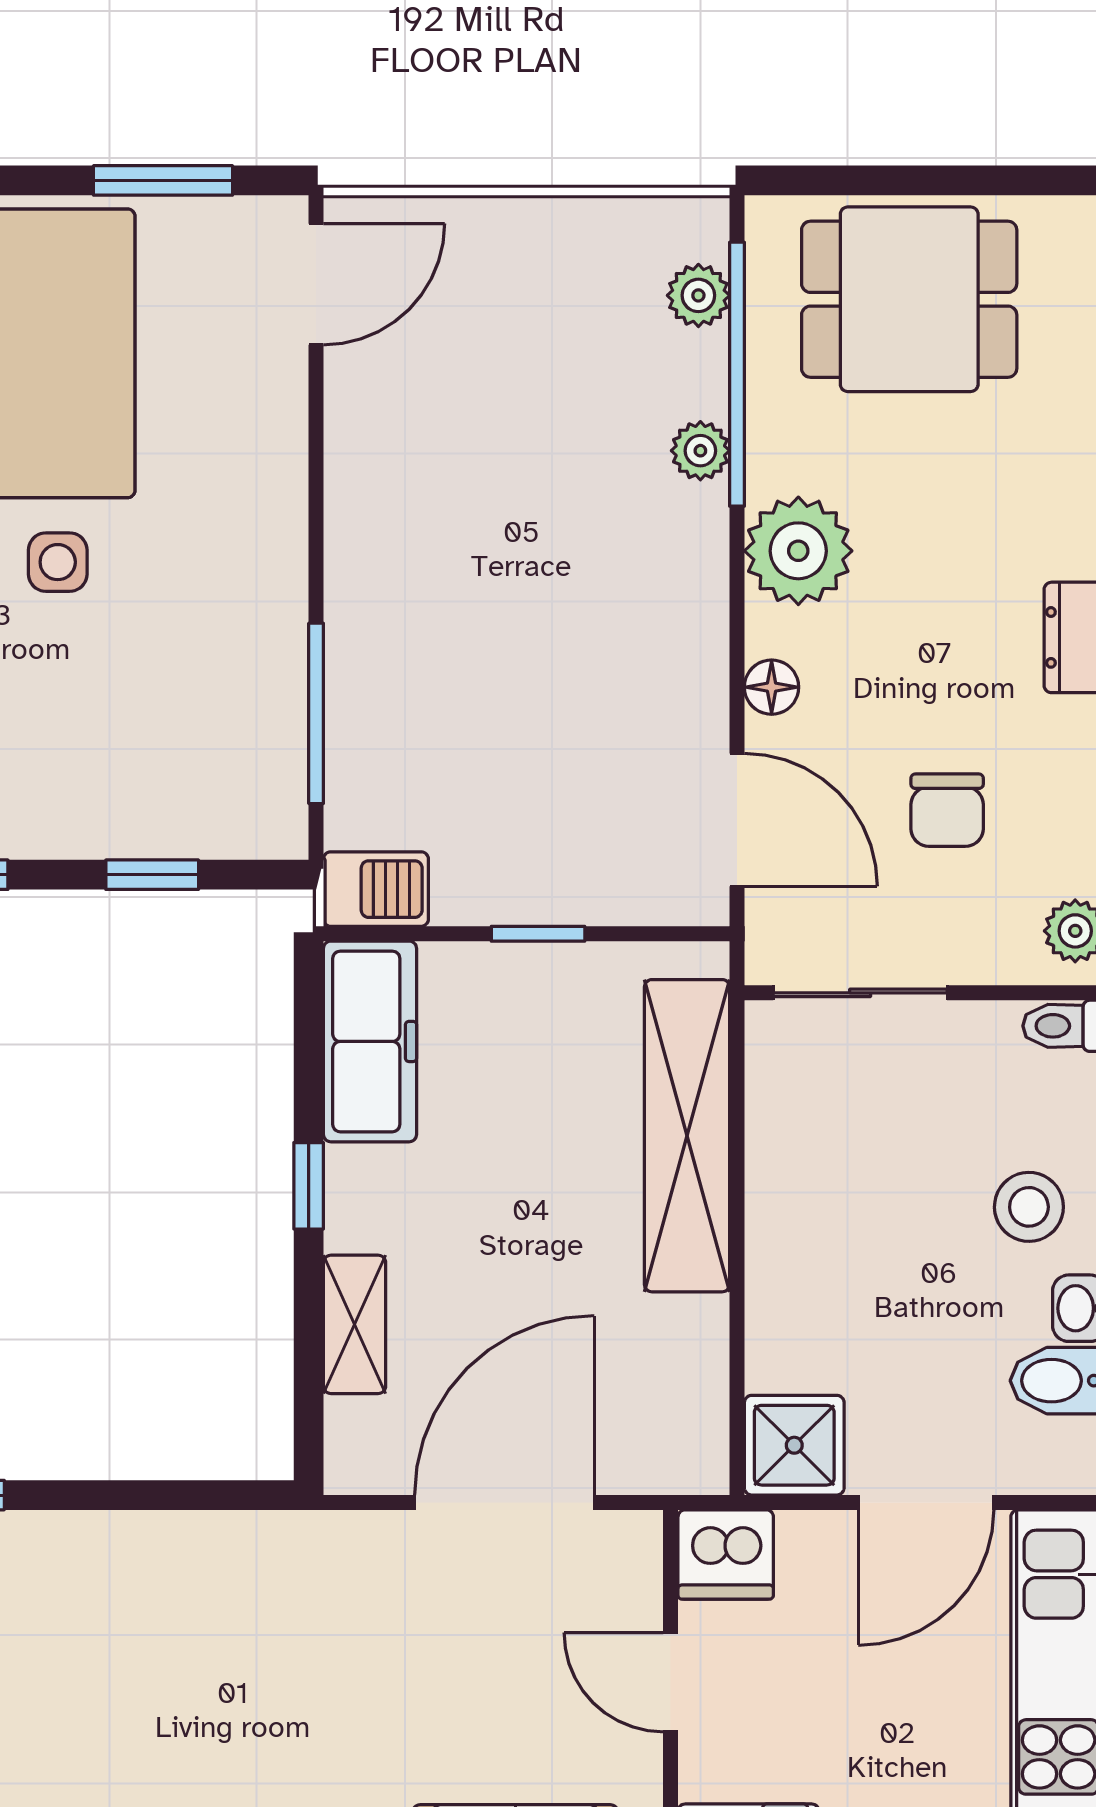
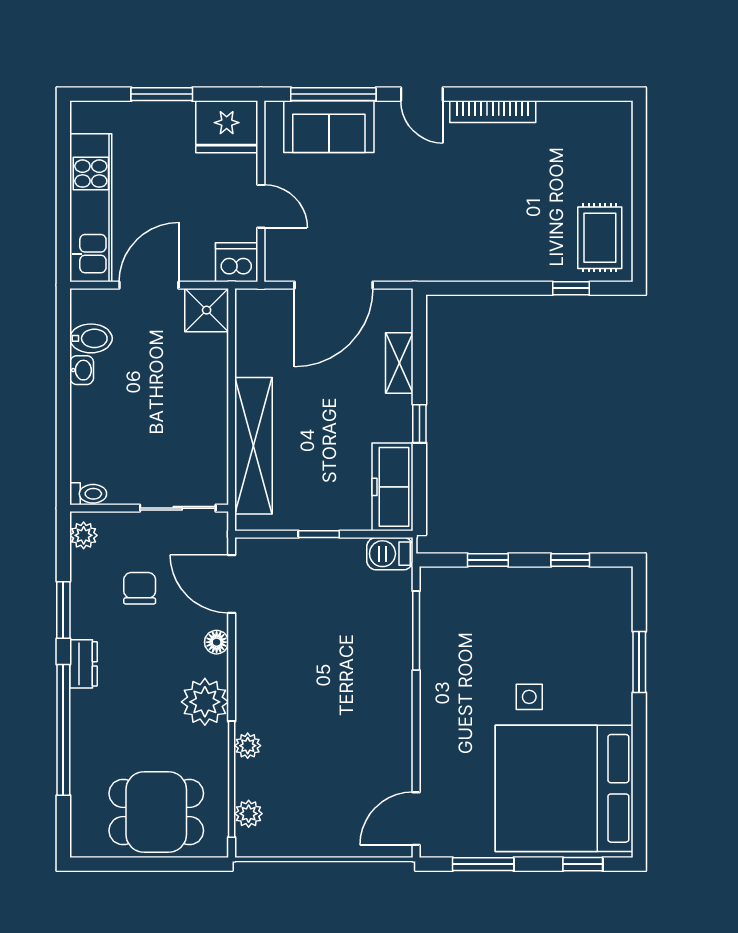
stool: (1029, 1207) -> (104, 414), removed

